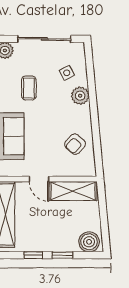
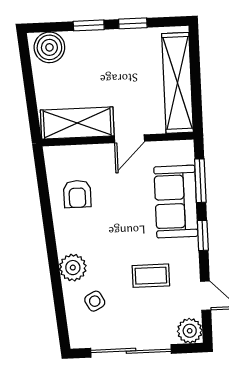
coffee table: (29, 88) -> (151, 276), turned 90
armchair: (75, 144) -> (77, 194), turned 138
door: (39, 179) -> (129, 139), swing flipped

